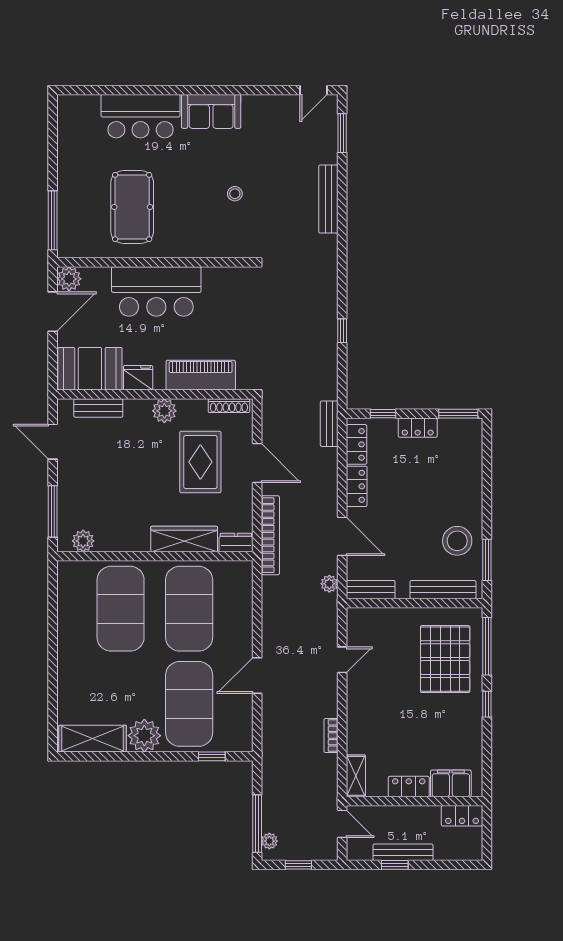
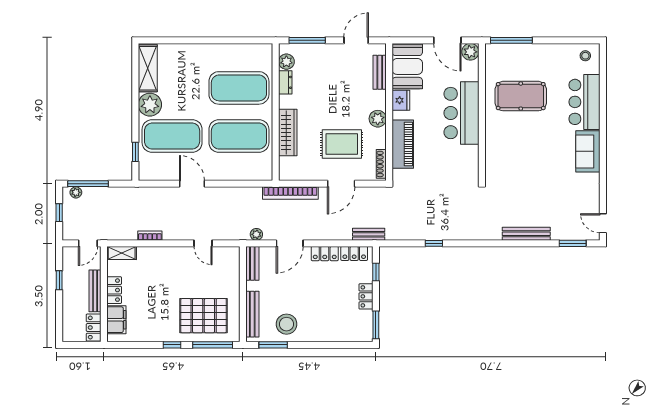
stool: (235, 194) -> (585, 56), moved
dresser: (236, 542) -> (285, 82), moved
bench: (403, 852) -> (95, 291), moved

